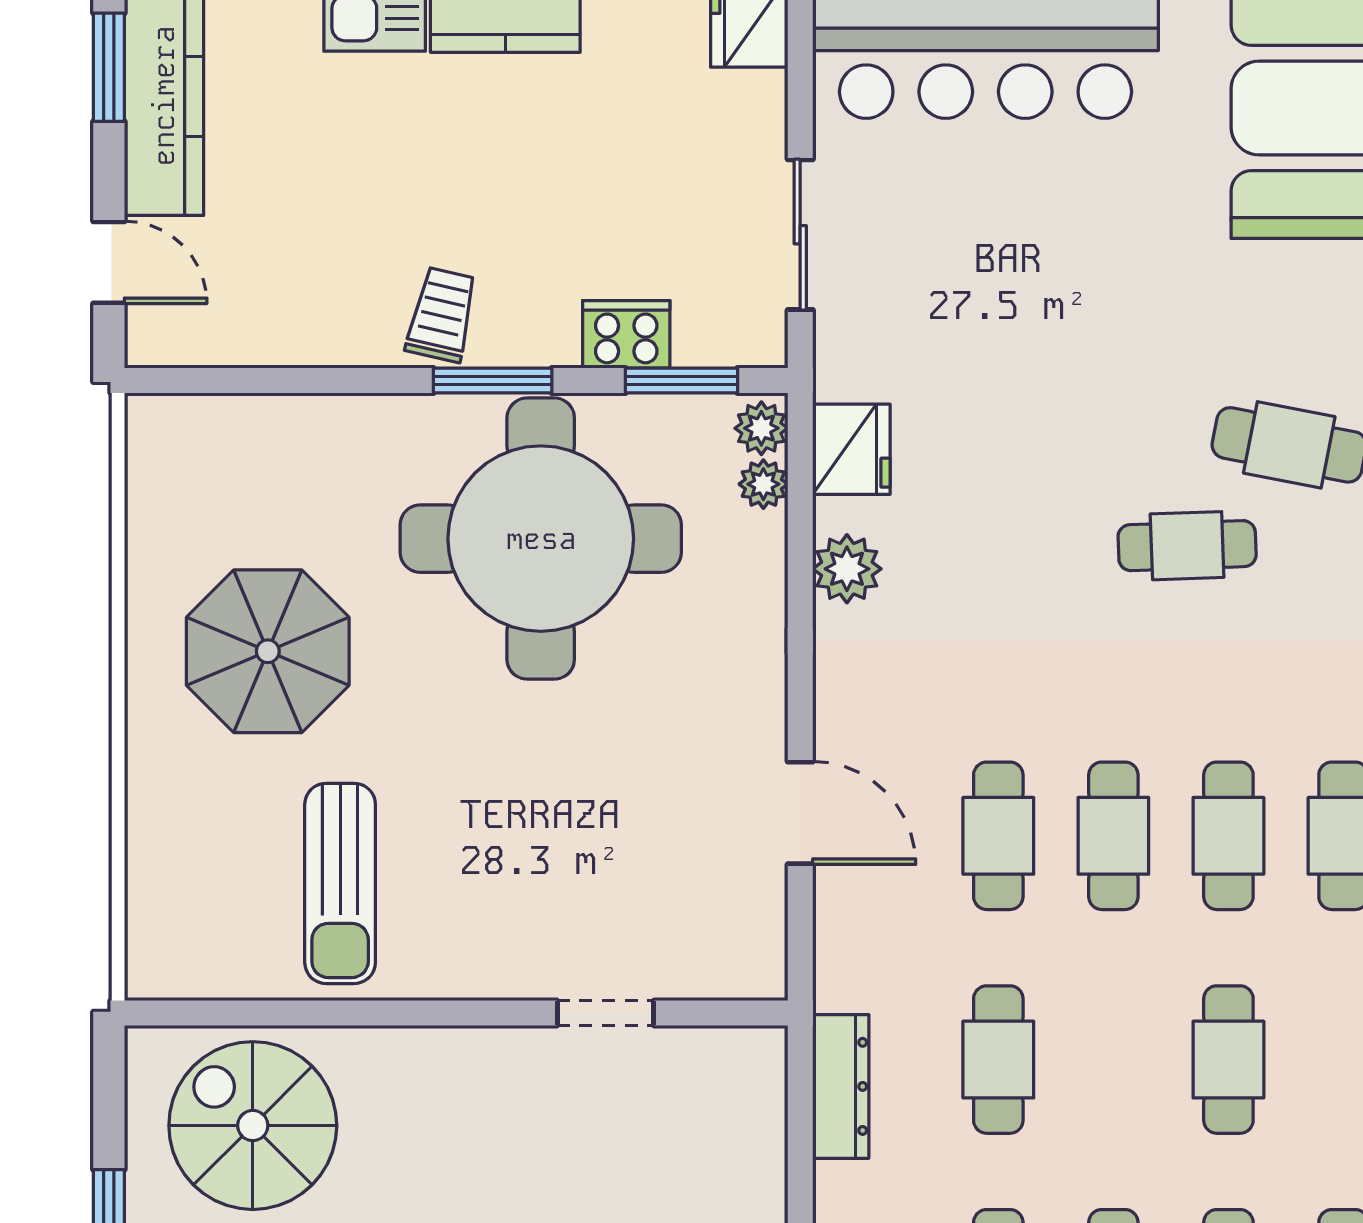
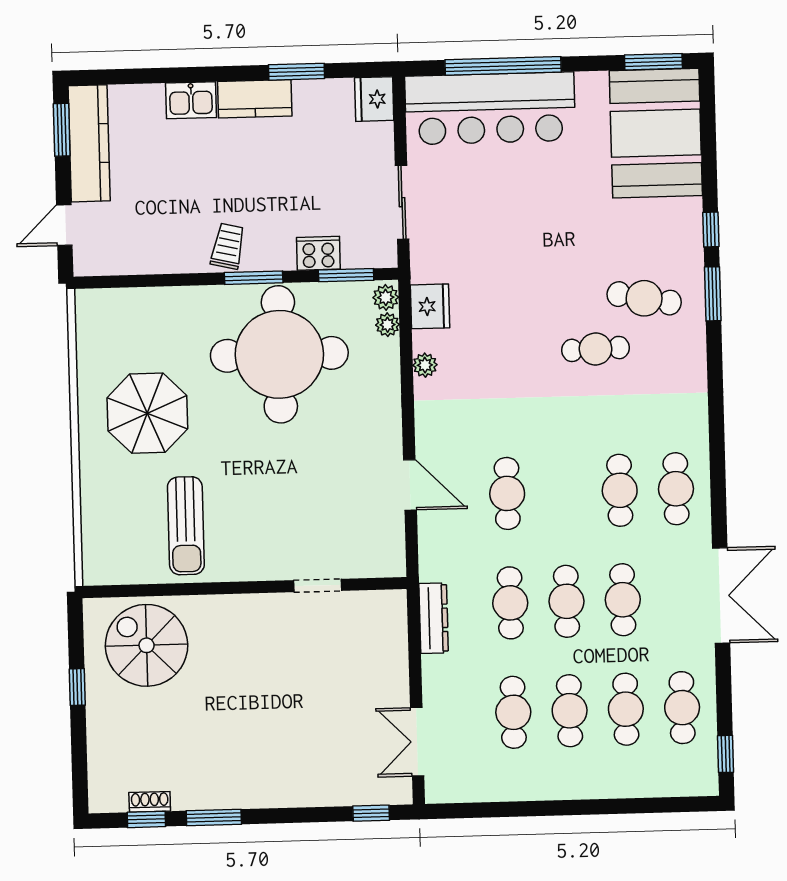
door: (109, 262) -> (64, 225), swing flipped
plant: (847, 569) -> (425, 365), width x0.73, depth x0.73
cafe table: (1113, 836) -> (566, 601), moved

